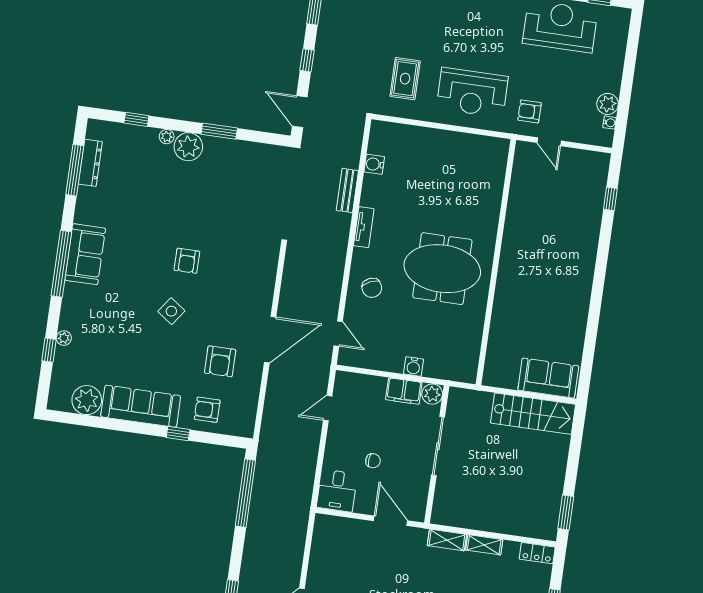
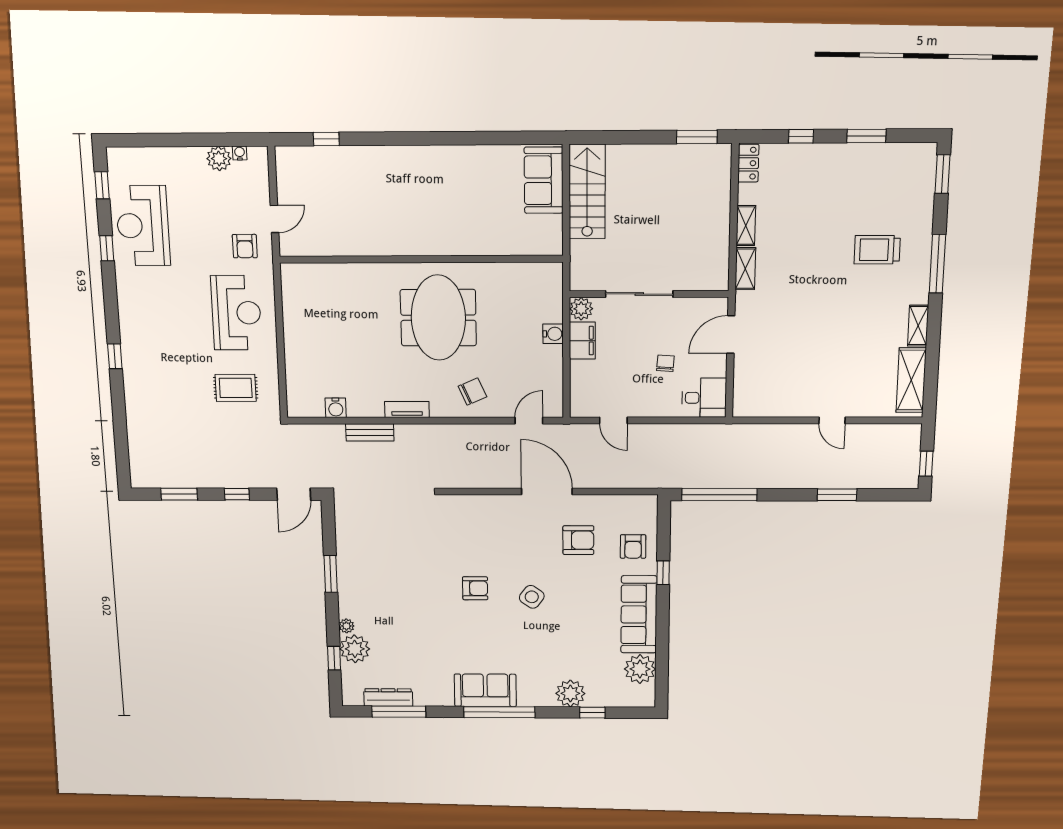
plant: (188, 147) -> (355, 649), moved
plant: (64, 338) -> (570, 693), width x1.88, depth x1.88

